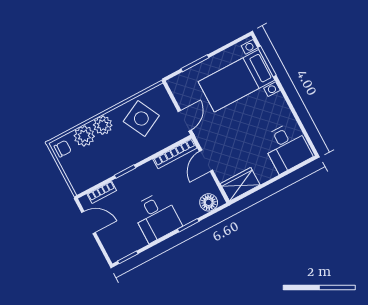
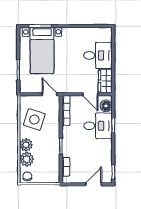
side table: (141, 119) -> (34, 119), turned 45
desk: (287, 147) -> (98, 55), moved
door: (206, 161) -> (90, 94), moved
desk: (156, 217) -> (98, 126), moved
door: (88, 222) -> (94, 184), moved

